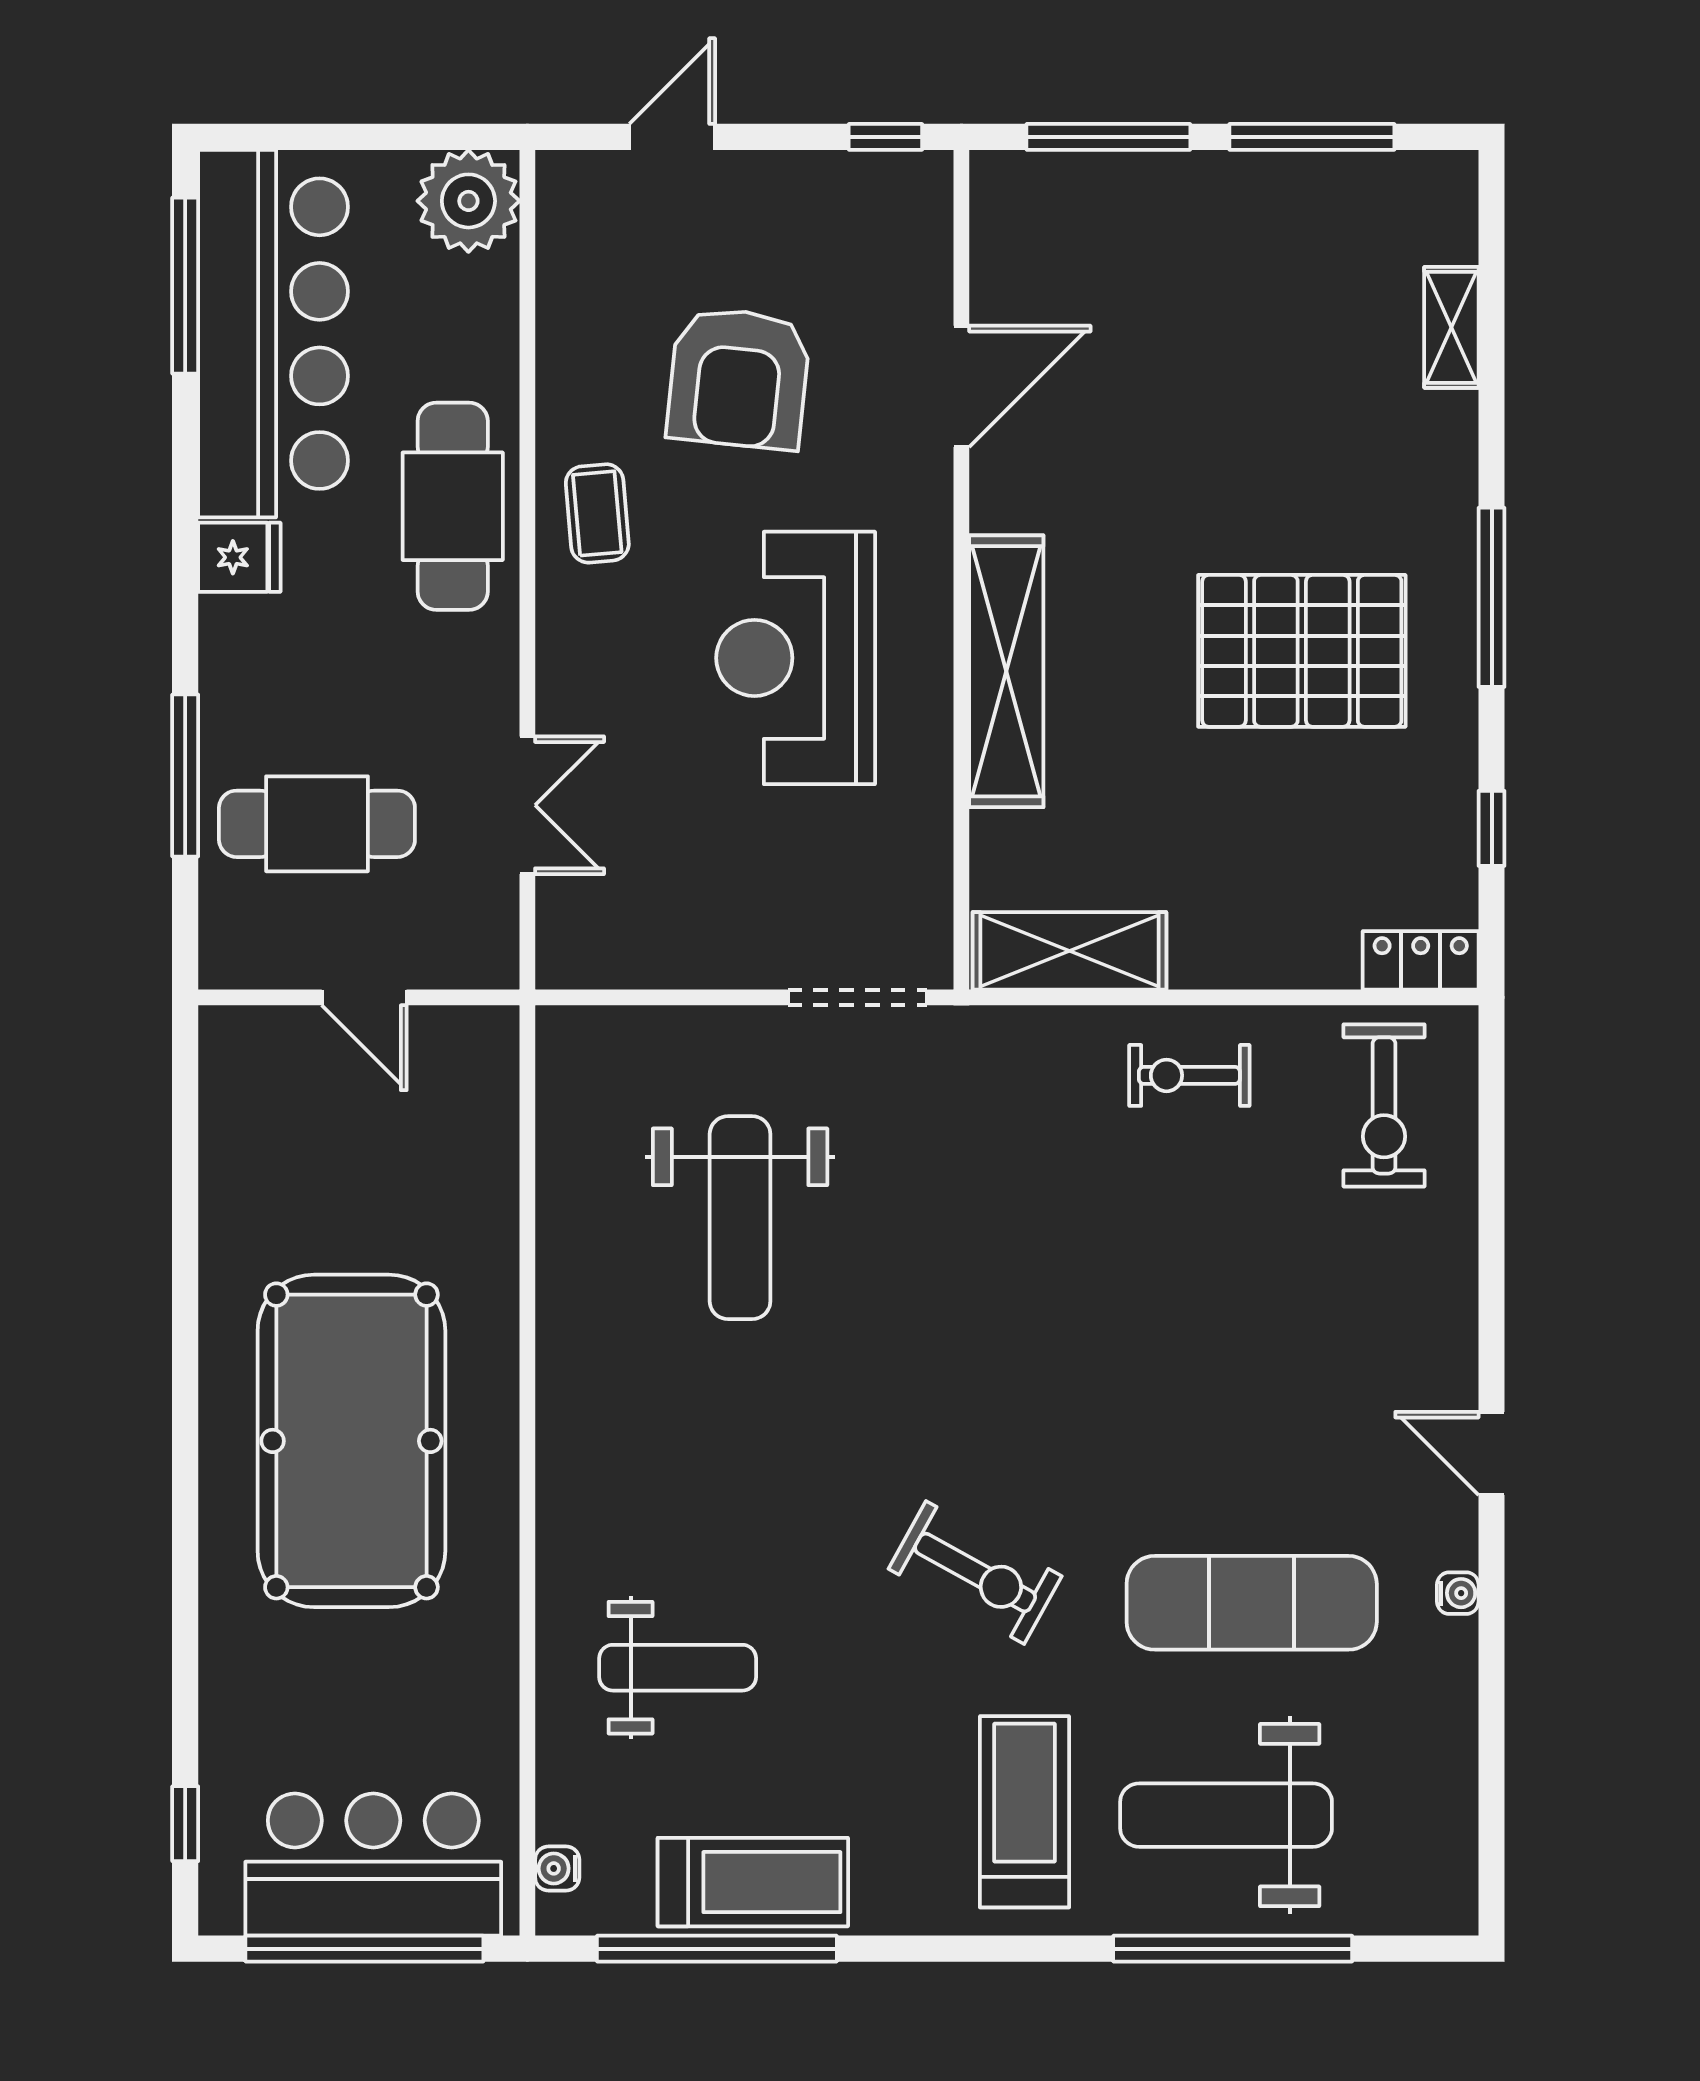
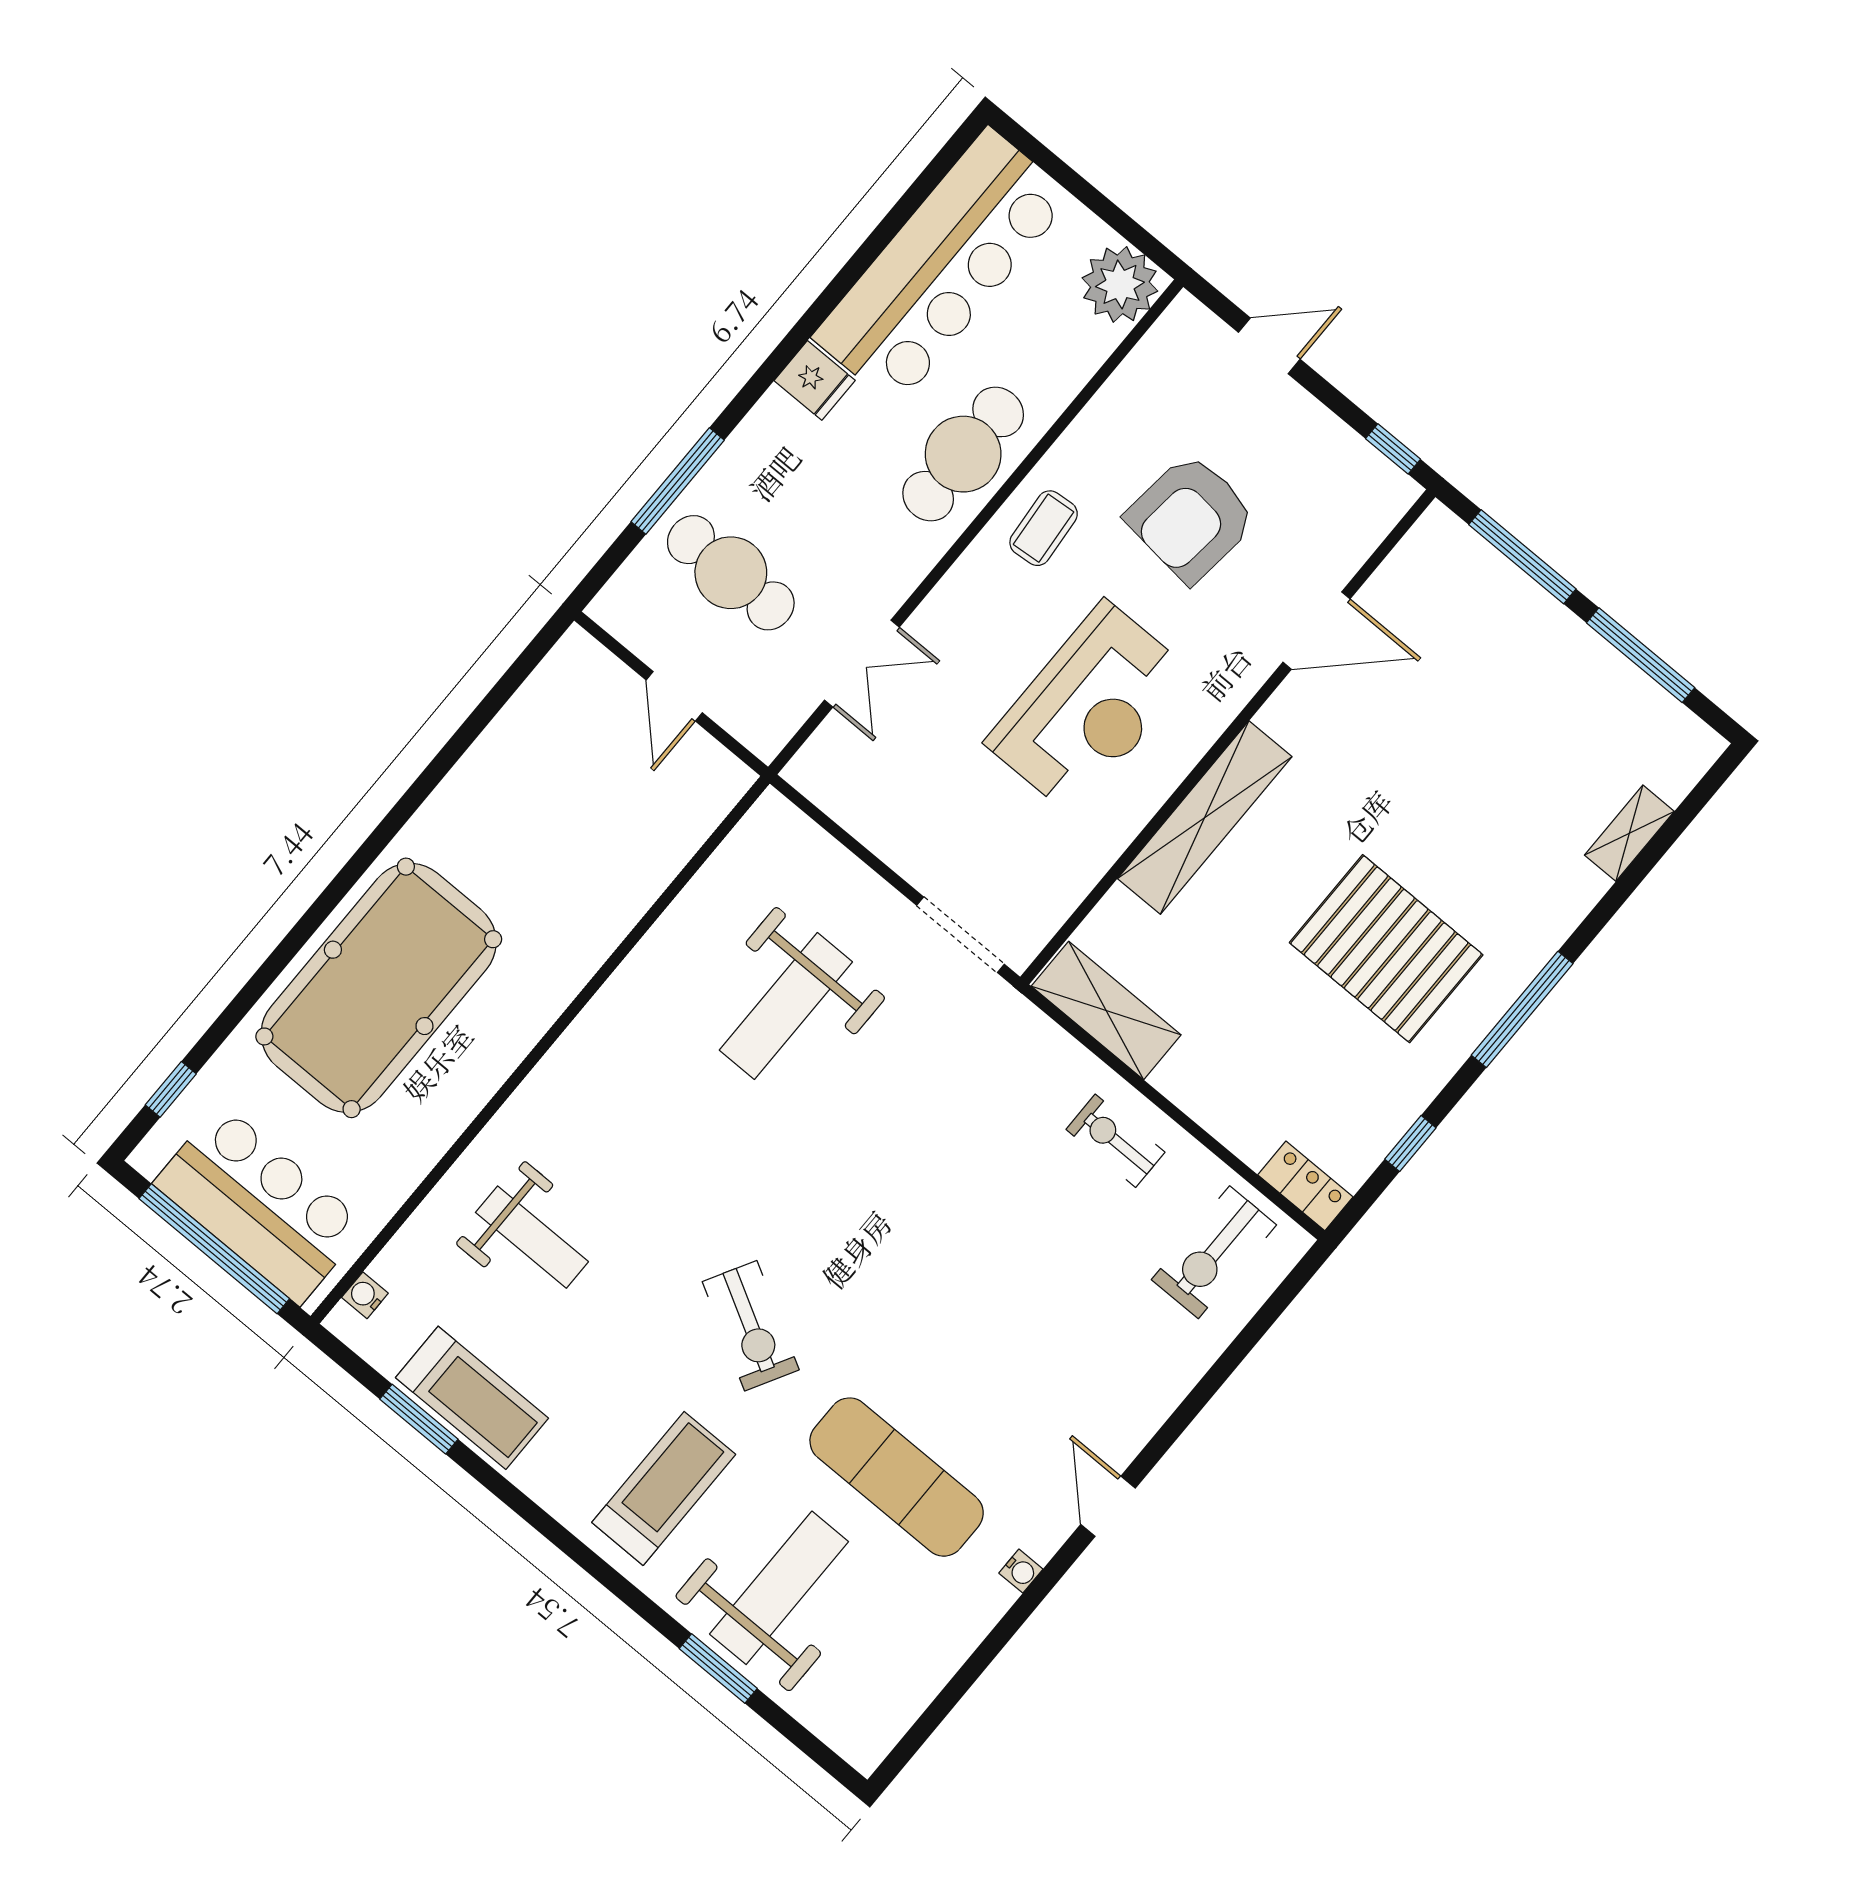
window: (185, 286) -> (915, 197), removed
reception desk: (796, 658) -> (1089, 708), turned 180
pool table: (351, 1441) -> (379, 988), moved
weight bench: (1226, 1815) -> (779, 1588), turned 90
window: (717, 1949) -> (419, 1419), width x0.47
window: (1233, 1949) -> (718, 1669), width x0.47

